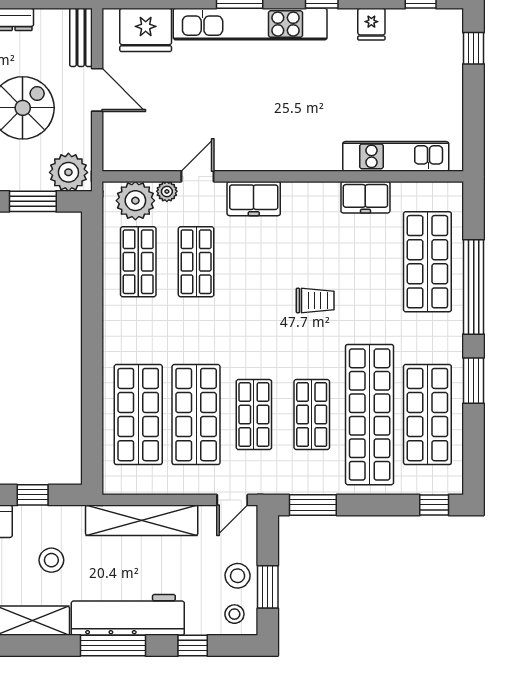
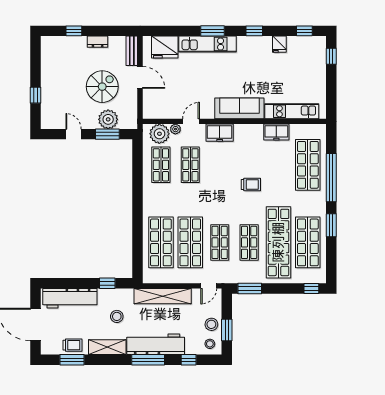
kitchen unit: (250, 24) -> (207, 44), width x0.73
sofa: (293, 151) -> (239, 108), added
plant: (68, 172) -> (108, 119), moved

